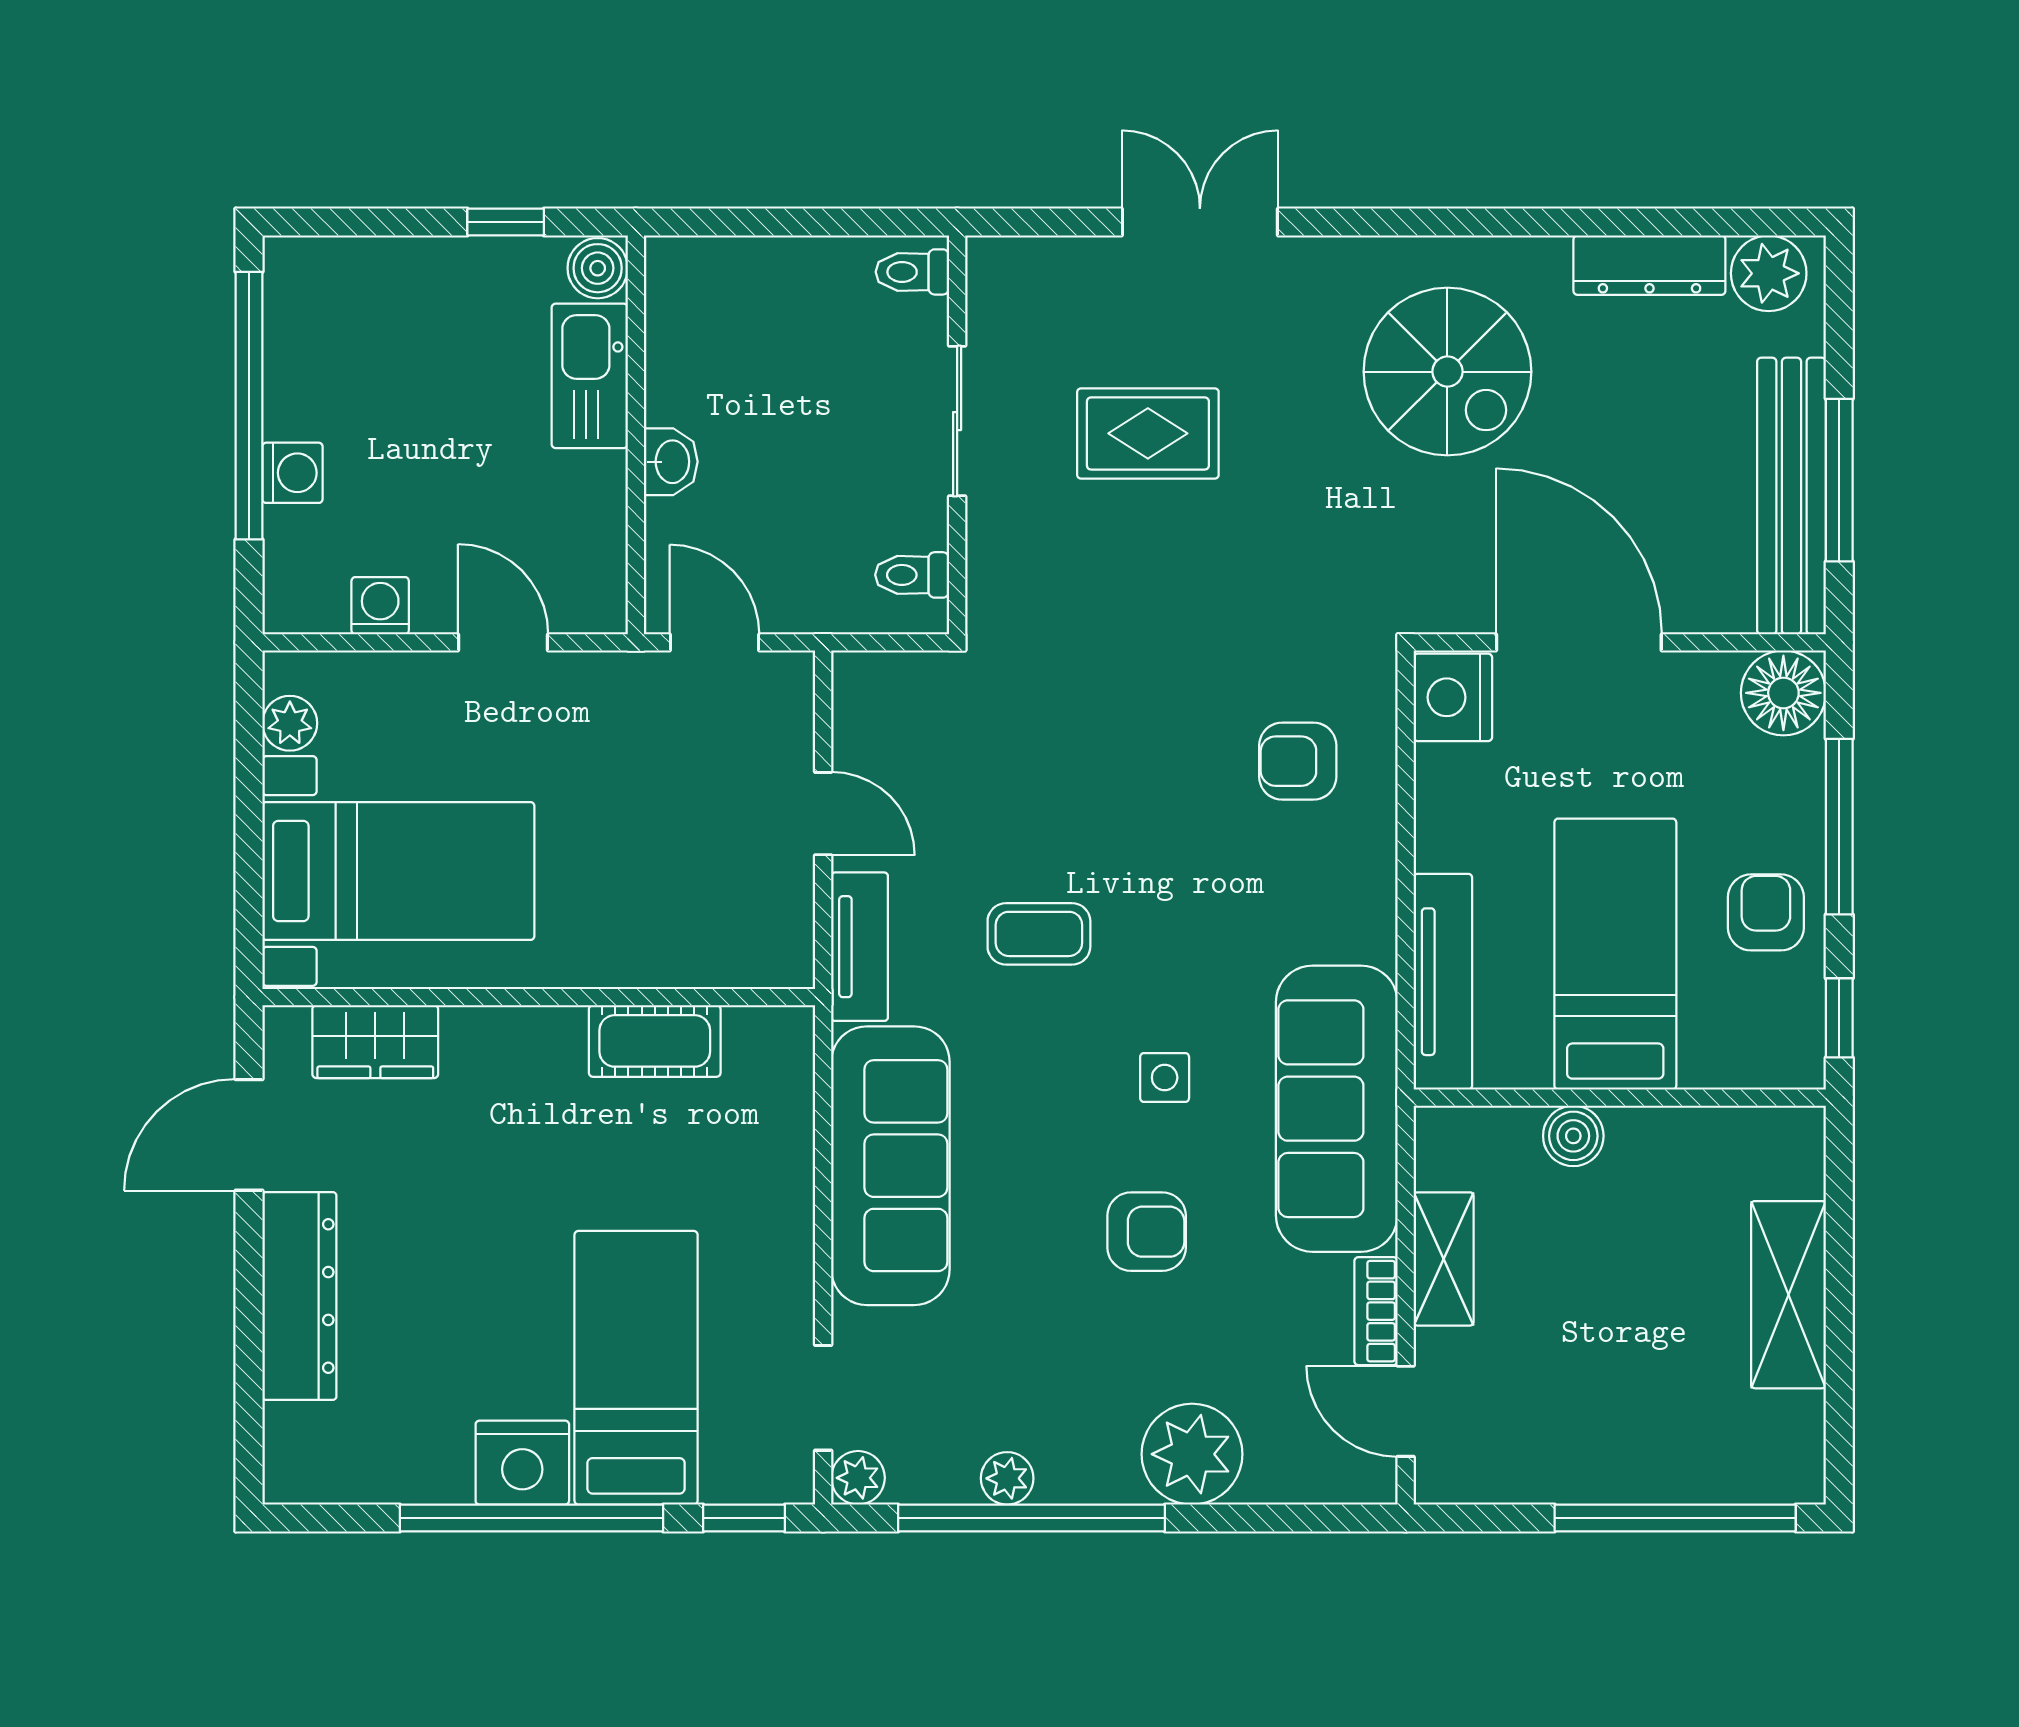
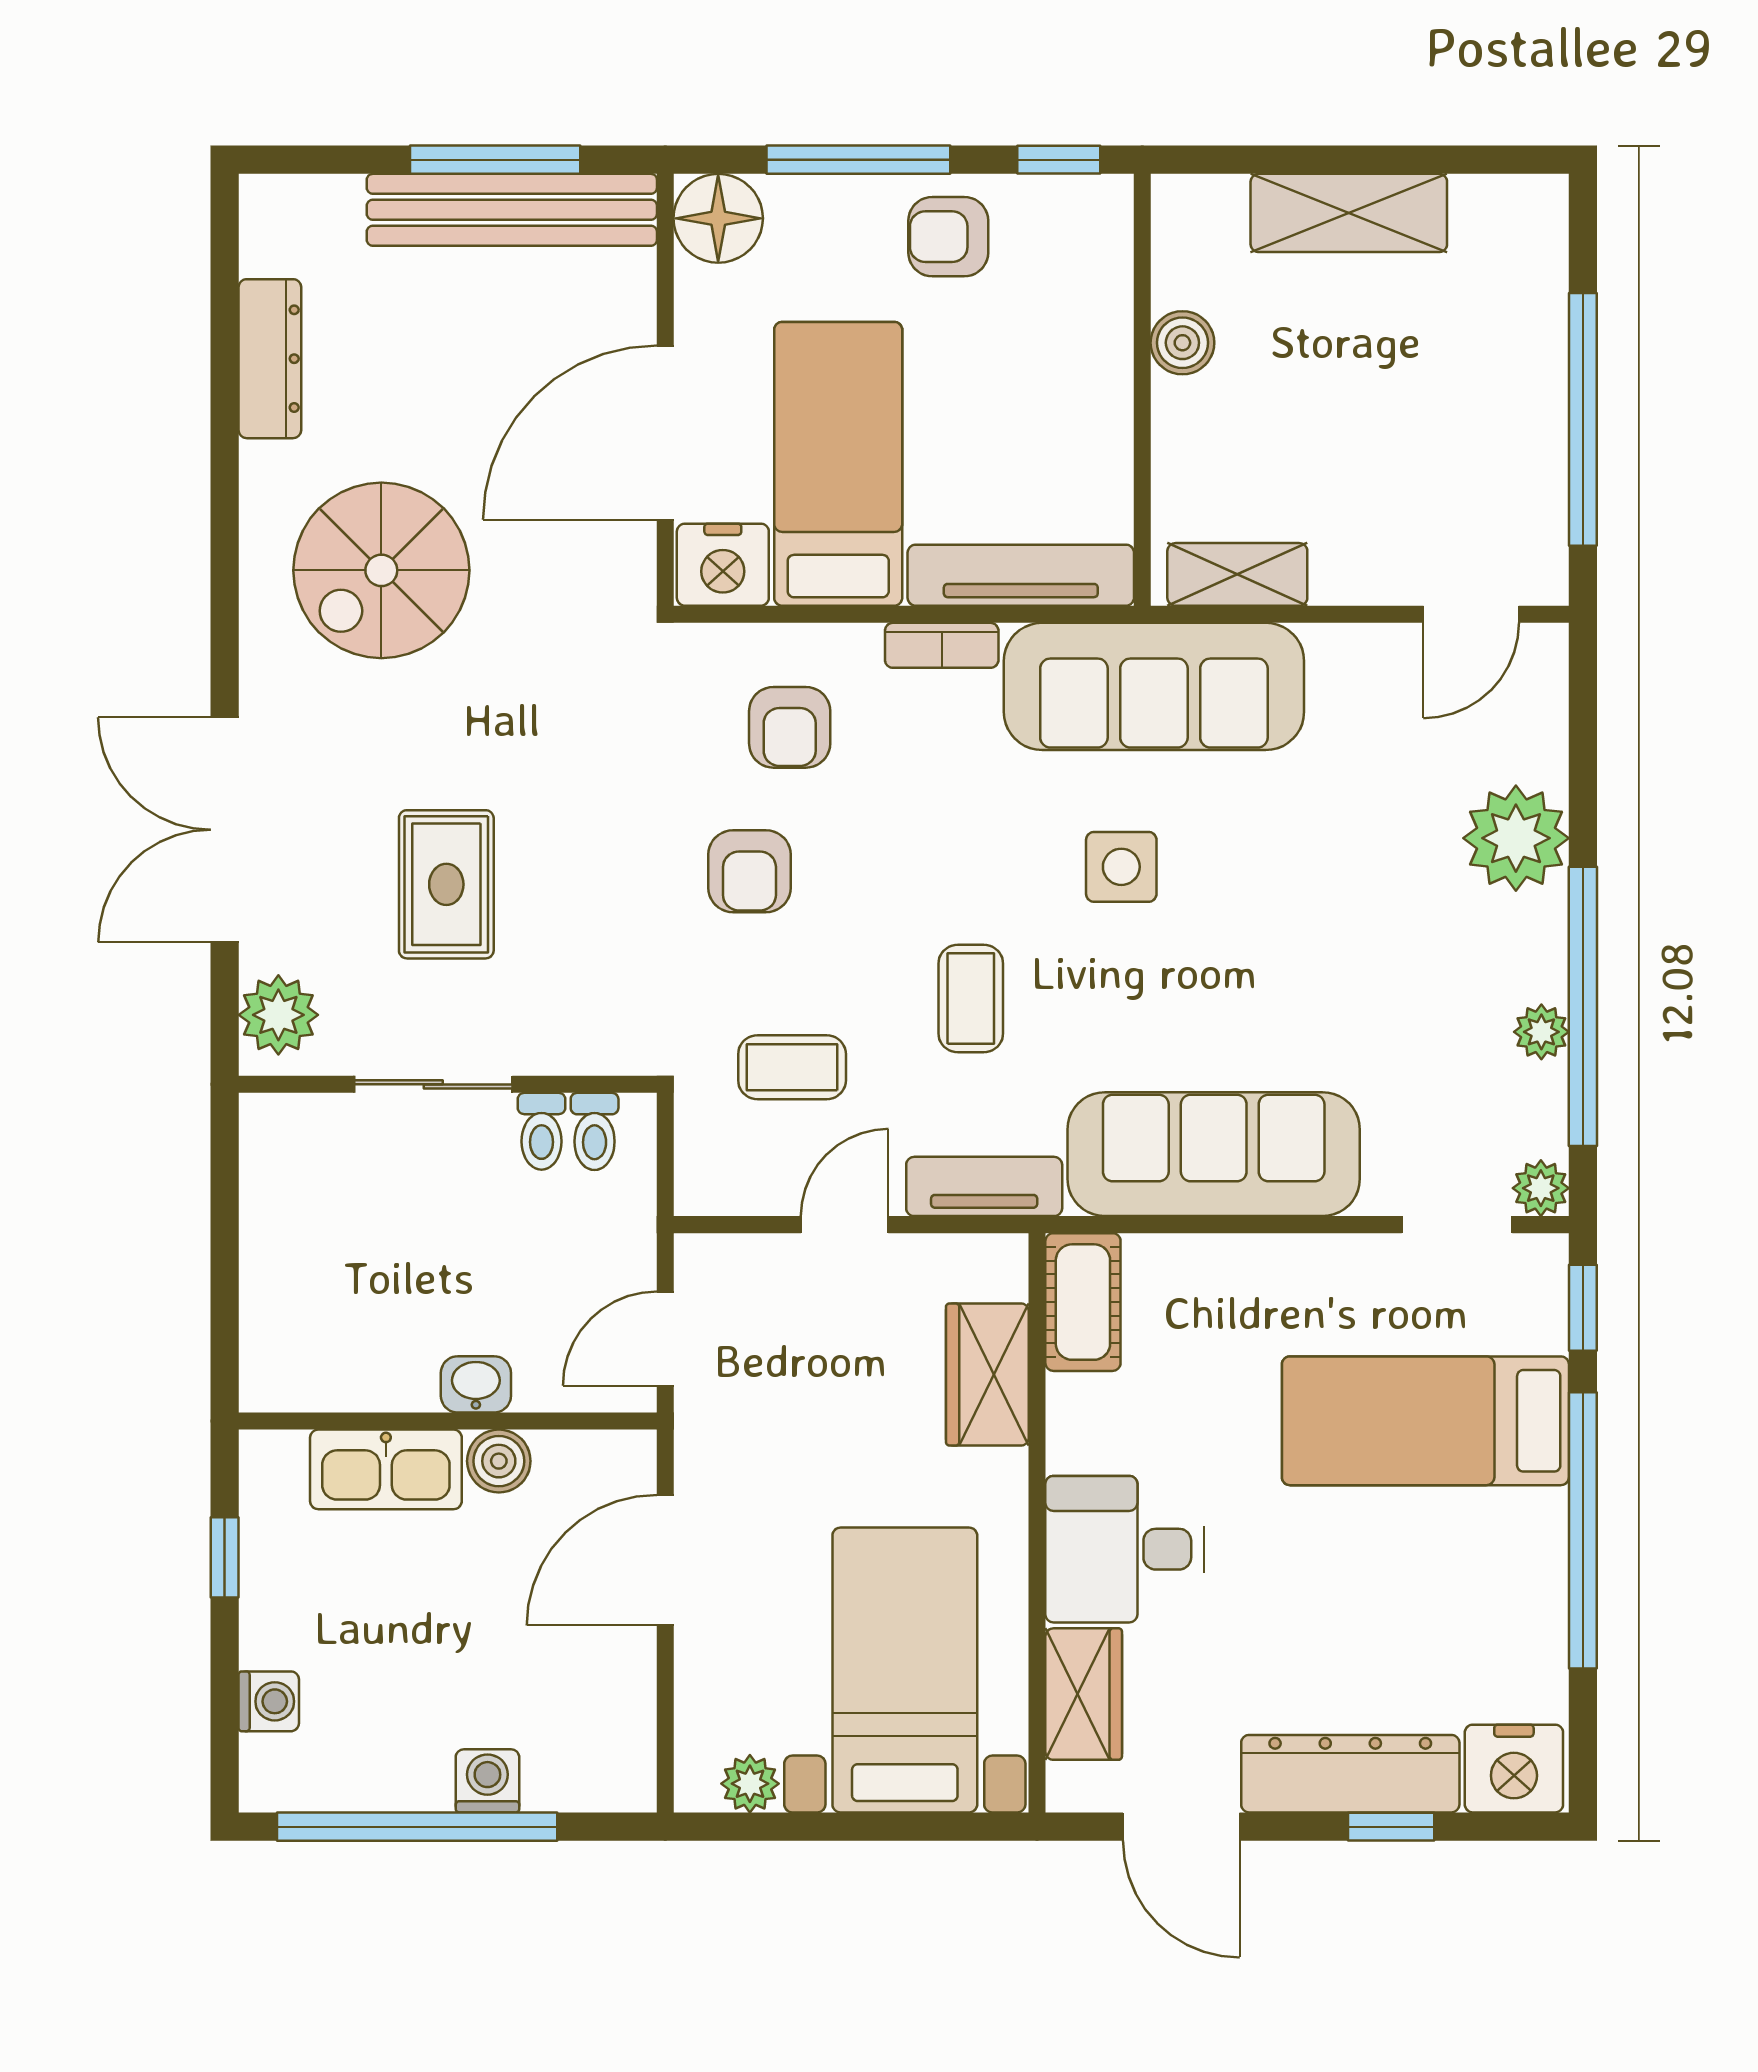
double door: (1200, 222) -> (225, 830), width x1.37
boiler: (598, 268) -> (499, 1461), moved
toilet: (912, 272) -> (542, 1131), moved
plant: (1769, 273) -> (278, 1015), moved
spiral stairs: (1447, 372) -> (381, 570), turned 180
washing machine: (380, 606) -> (269, 1701), moved, turned 180
door: (503, 642) -> (665, 1560), width x1.38
coffee table: (973, 763) -> (792, 1067), added
wardrobe: (680, 950) -> (987, 1375), added
bed: (1615, 954) -> (838, 464), moved, turned 90
cot: (655, 1041) -> (1083, 1302), moved
side table: (1165, 1078) -> (1121, 867), width x1.37, depth x1.37
desk: (514, 1081) -> (1125, 1549), added
boiler: (1573, 1136) -> (1182, 343), moved
armchair: (1147, 1232) -> (749, 871), moved, turned 180
shelving: (1444, 1259) -> (1237, 574), moved
bookcase: (1376, 1311) -> (942, 645), moved
window: (249, 1335) -> (1391, 1827), added
nightstand: (522, 1463) -> (1514, 1769), moved, turned 90
window: (1675, 1518) -> (1583, 419), moved

